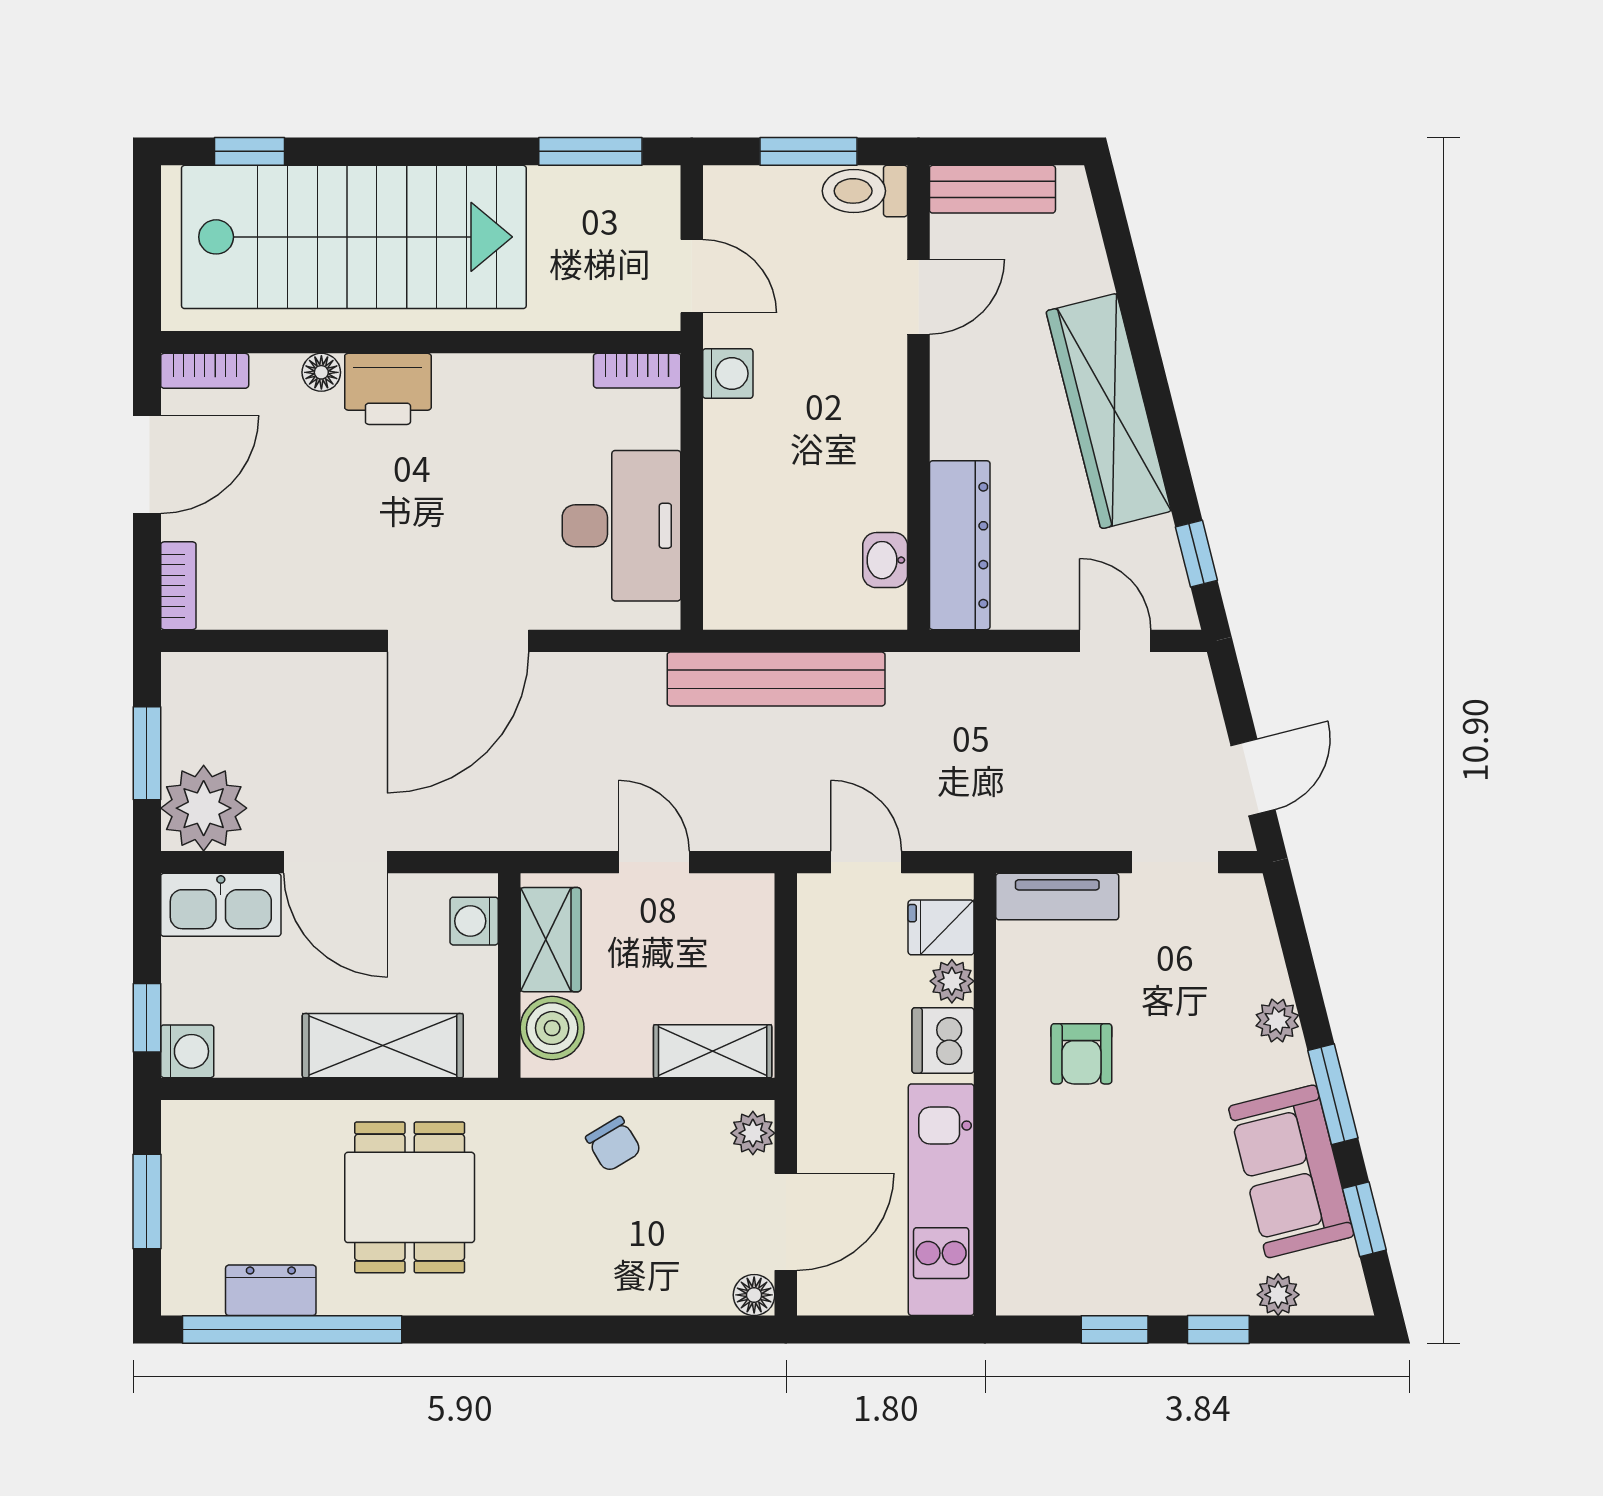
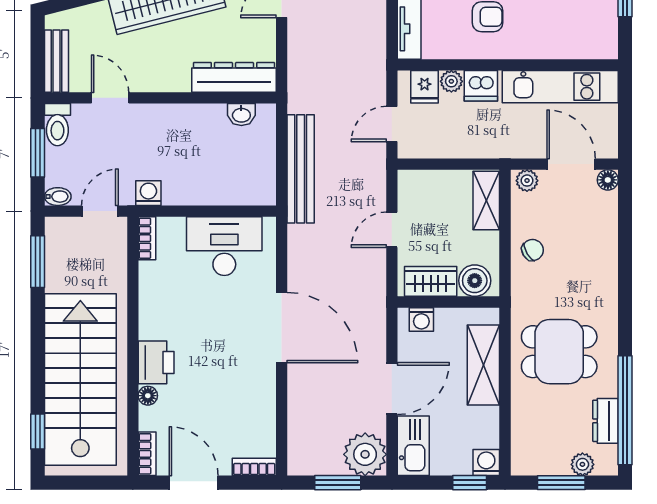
bidet: (721, 192) -> (58, 197), added
plant: (184, 1244) -> (582, 464), added

